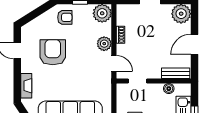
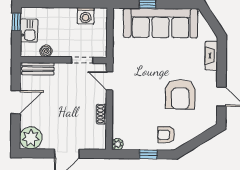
plant: (102, 13) -> (117, 144), width x0.53, depth x0.53
plant: (104, 44) -> (120, 104), removed

